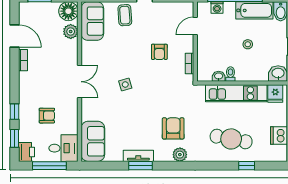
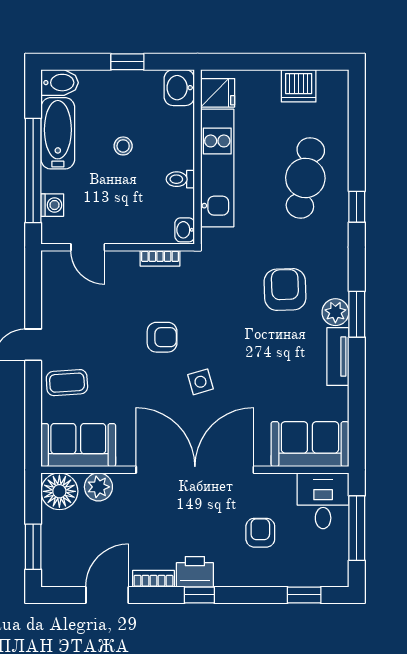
armchair: (159, 52) -> (162, 337), moved
washbasin: (219, 76) -> (185, 230), moved
double door: (80, 82) -> (195, 470), width x1.87
window: (15, 112) -> (199, 595), moved
armchair: (173, 128) -> (285, 290), turned 88
printer: (27, 152) -> (195, 572), moved
plant: (180, 155) -> (335, 312), moved
window: (140, 166) -> (357, 314), moved
window: (247, 166) -> (357, 207), moved

